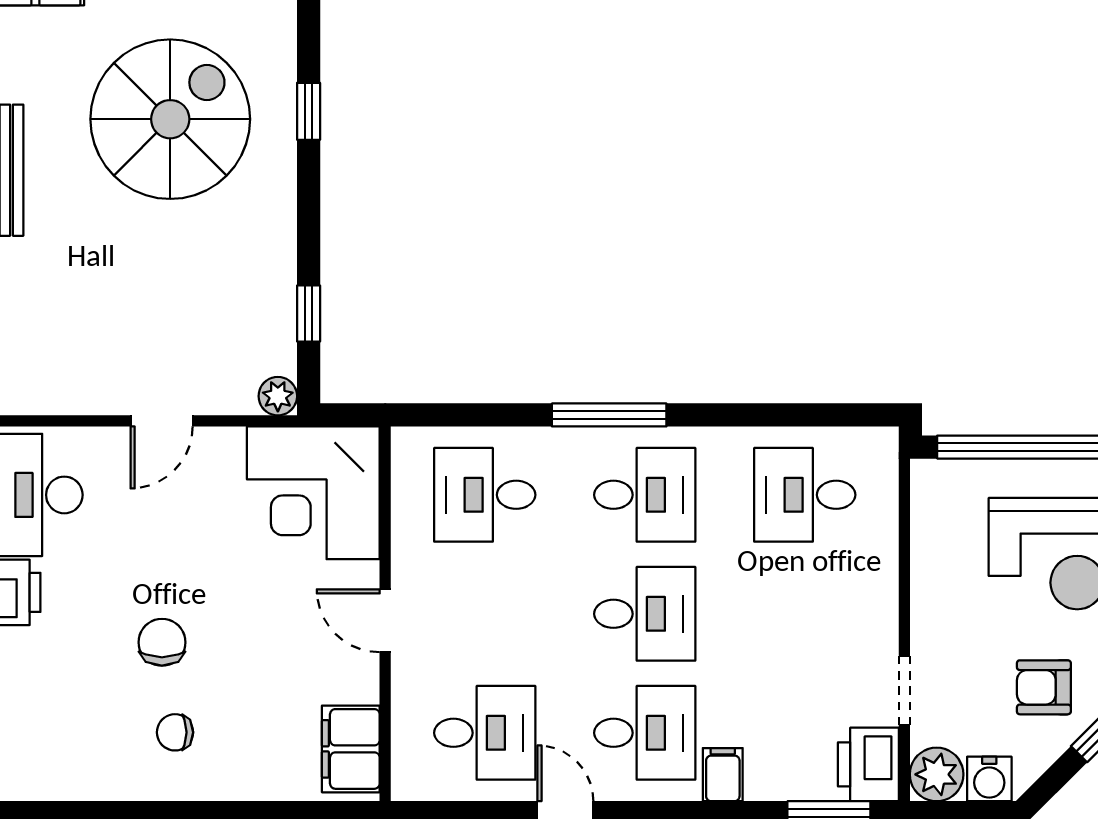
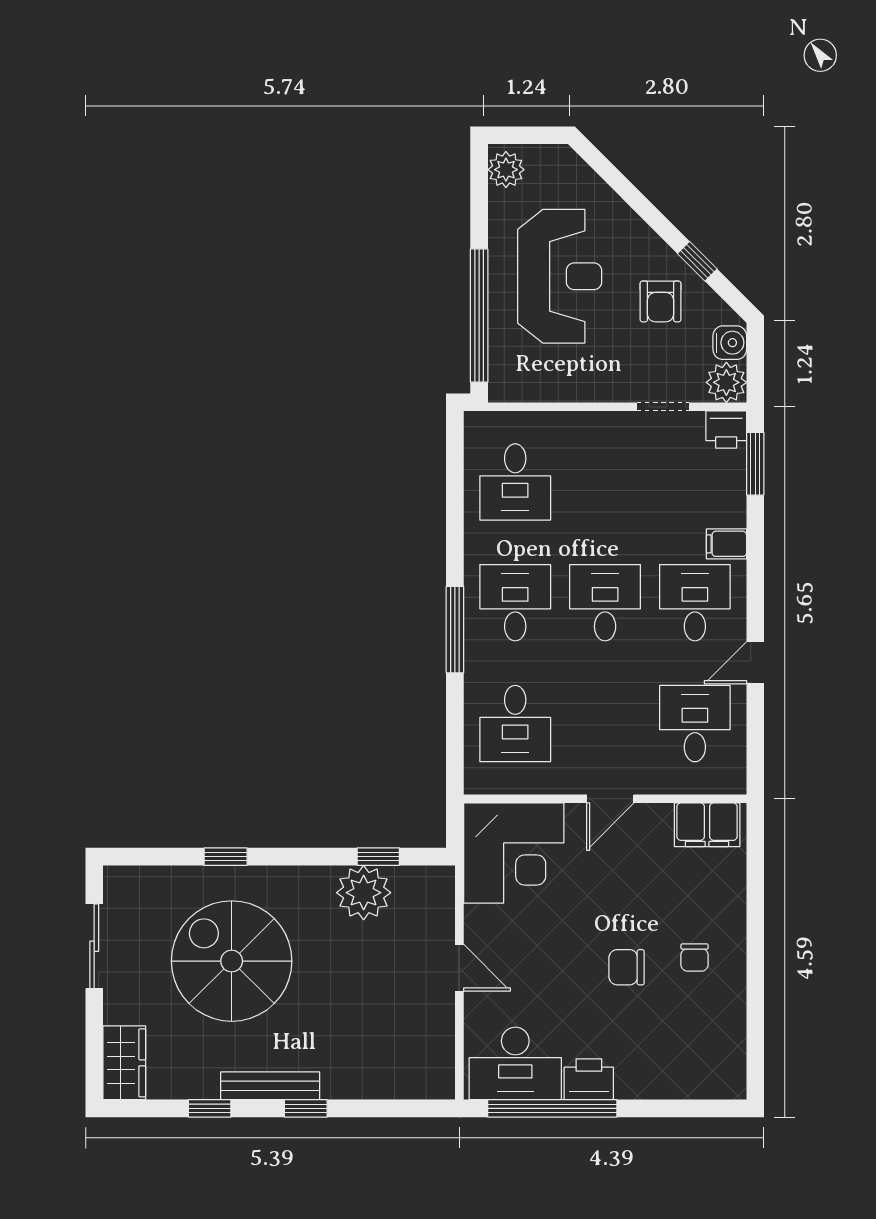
plant: (278, 396) -> (364, 893), moved, width x1.88, depth x1.88
printer: (868, 764) -> (726, 429), width x0.73, depth x0.81

